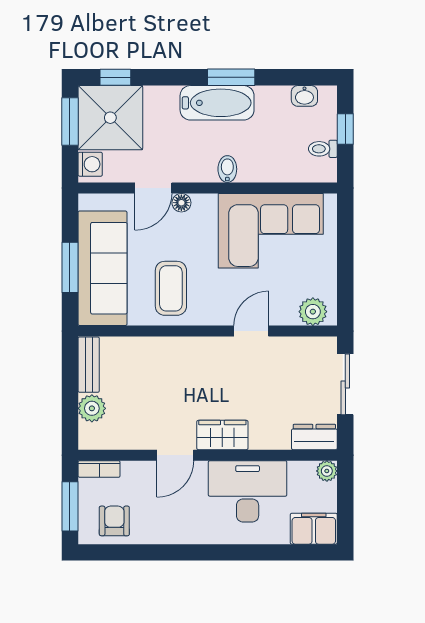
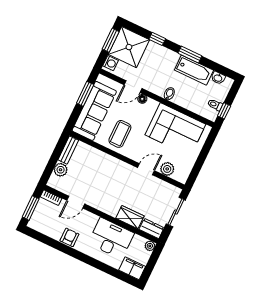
window: (115, 77) -> (157, 39), moved
bathtub: (217, 103) -> (194, 70), moved
window: (345, 129) -> (224, 111), moved
window: (70, 267) -> (85, 94), moved
plant: (313, 312) -> (167, 169), moved
wardrobe: (222, 435) -> (130, 217), moved
door: (175, 455) -> (76, 202), moved
armchair: (114, 521) -> (69, 237), moved

